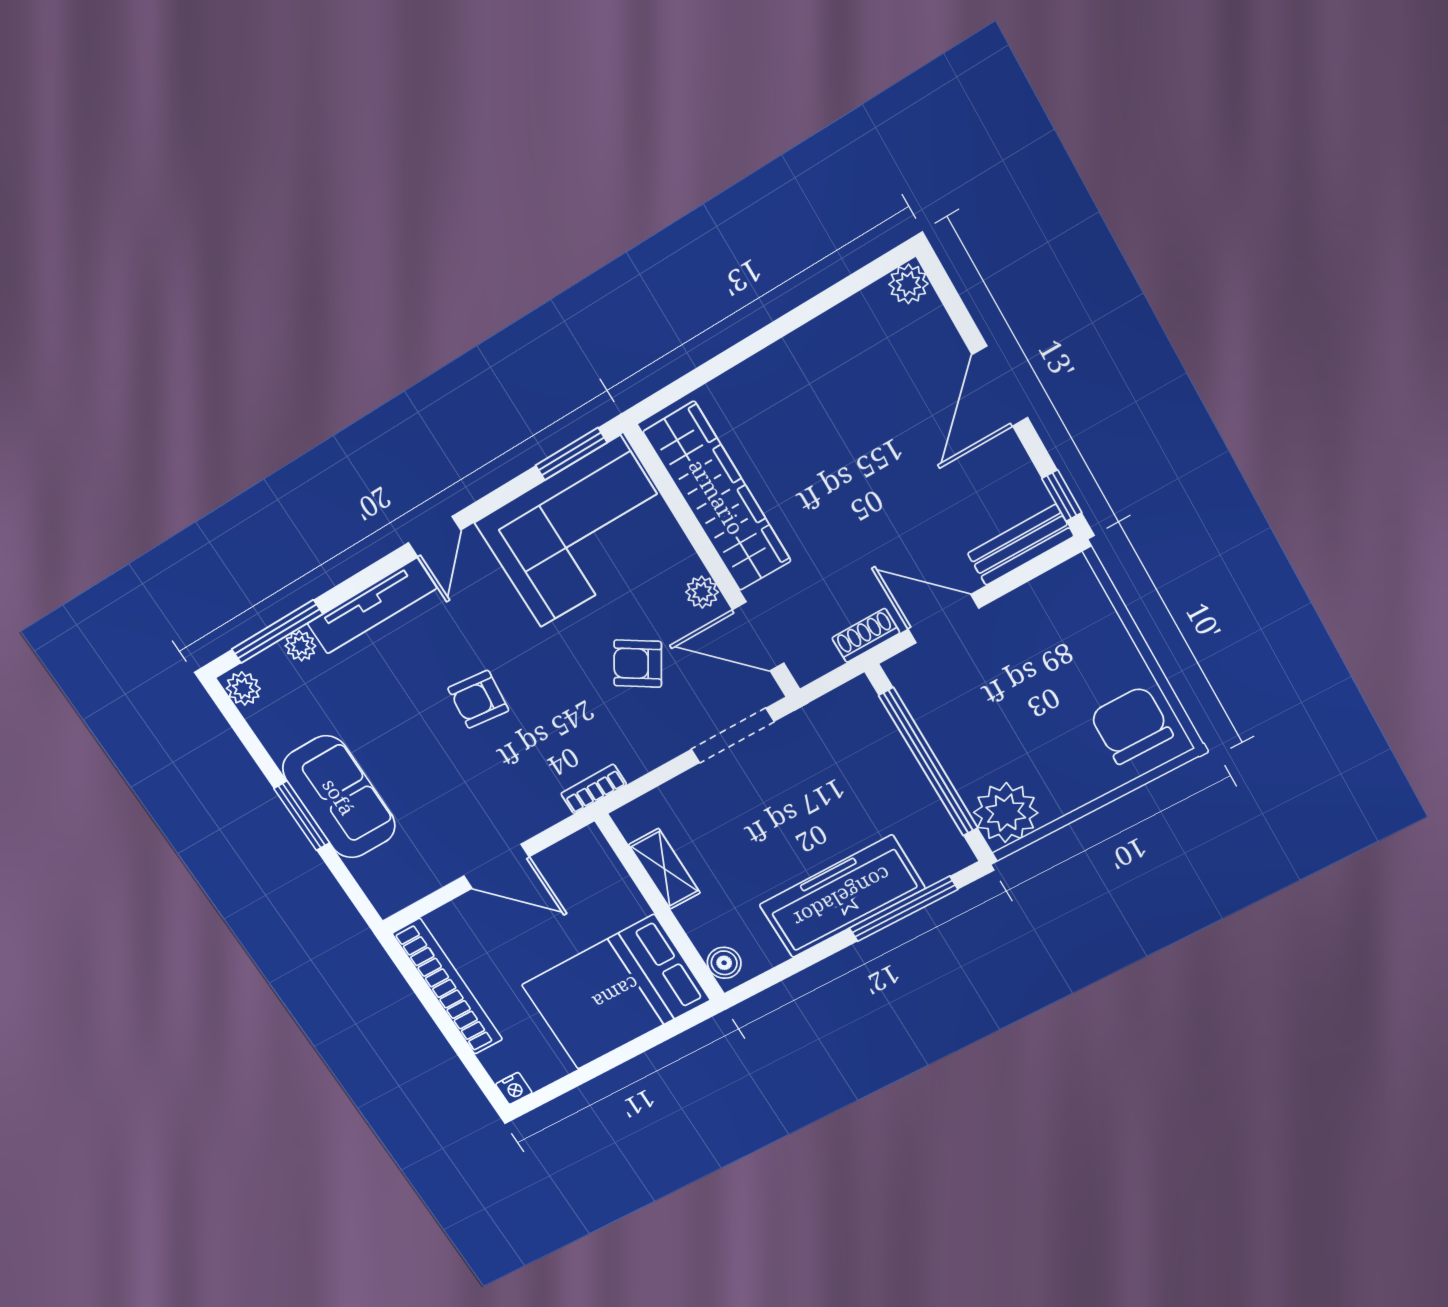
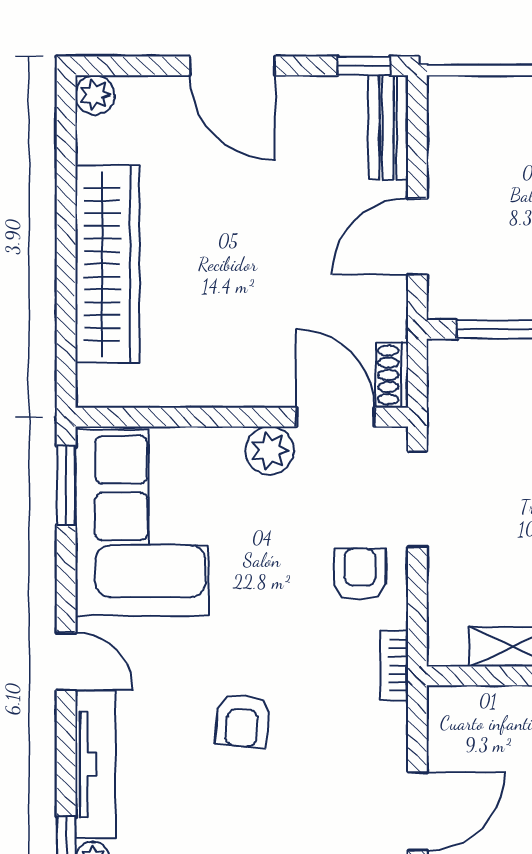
wardrobe: (717, 497) -> (107, 264), moved, turned 90
plant: (702, 592) -> (270, 451), width x1.38, depth x1.38
shoe rack: (866, 635) -> (392, 375), moved
door: (758, 636) -> (335, 417), swing flipped
armchair: (638, 664) -> (360, 574), moved, turned 148

